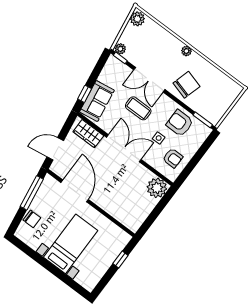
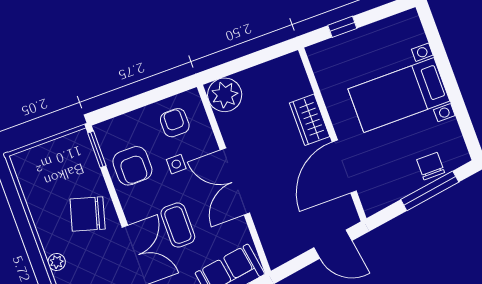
wardrobe: (88, 134) -> (310, 120), moved, turned 180
window: (32, 193) -> (430, 191), moved

